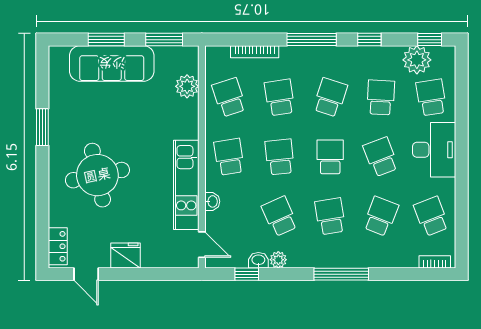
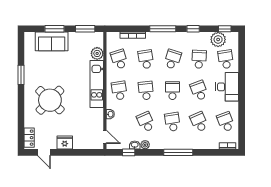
sofa: (112, 63) -> (52, 41), width x0.73
round table: (97, 175) -> (50, 100), turned -34
kitchen unit: (186, 185) -> (97, 84), moved
school desk: (381, 216) -> (199, 122), turned -45

